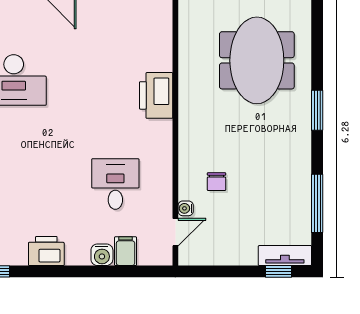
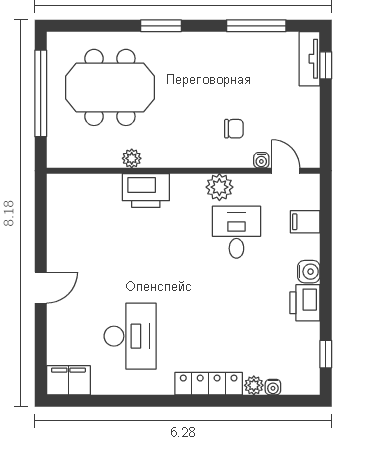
plant: (188, 82) -> (132, 158), added
plant: (159, 167) -> (219, 187), added
desk: (115, 184) -> (236, 232), turned 90
water cooler: (102, 255) -> (309, 272), moved

